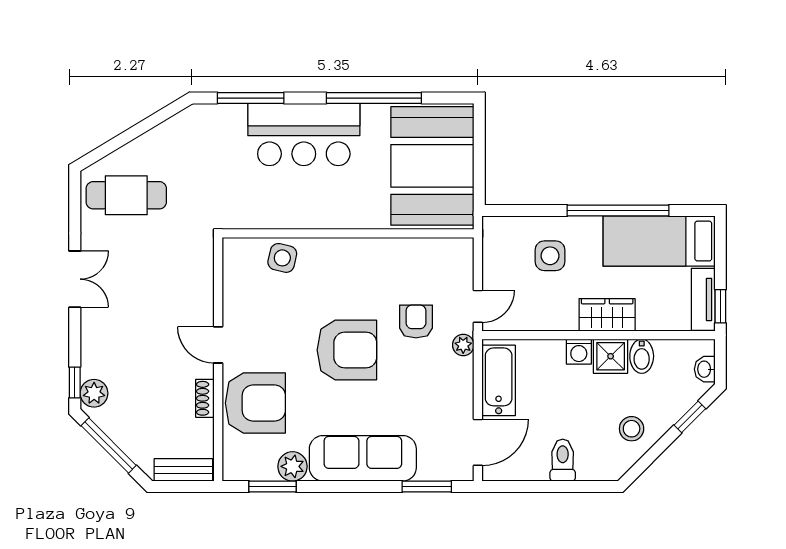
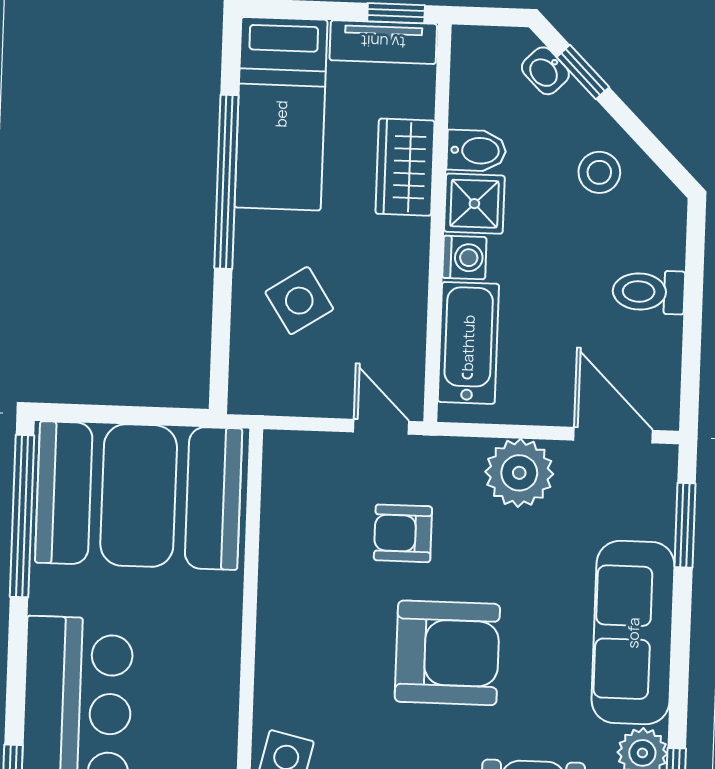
window: (374, 98) -> (22, 516), moved
side table: (550, 256) -> (299, 301), turned -33
wardrobe: (607, 315) -> (405, 167), moved
plant: (463, 345) -> (519, 473), moved, width x1.87, depth x1.87
armchair: (347, 350) -> (447, 653), turned 90
washbasin: (705, 369) -> (545, 71), moved, turned 45
bathtub: (499, 380) -> (468, 343), moved, turned 90

